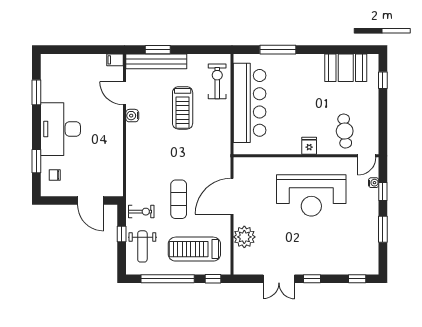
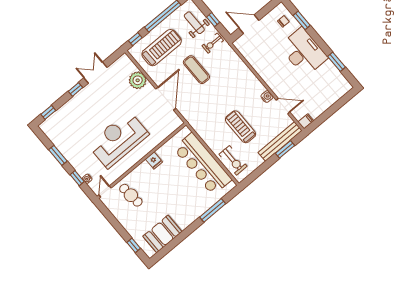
fridge: (309, 146) -> (154, 161), moved

